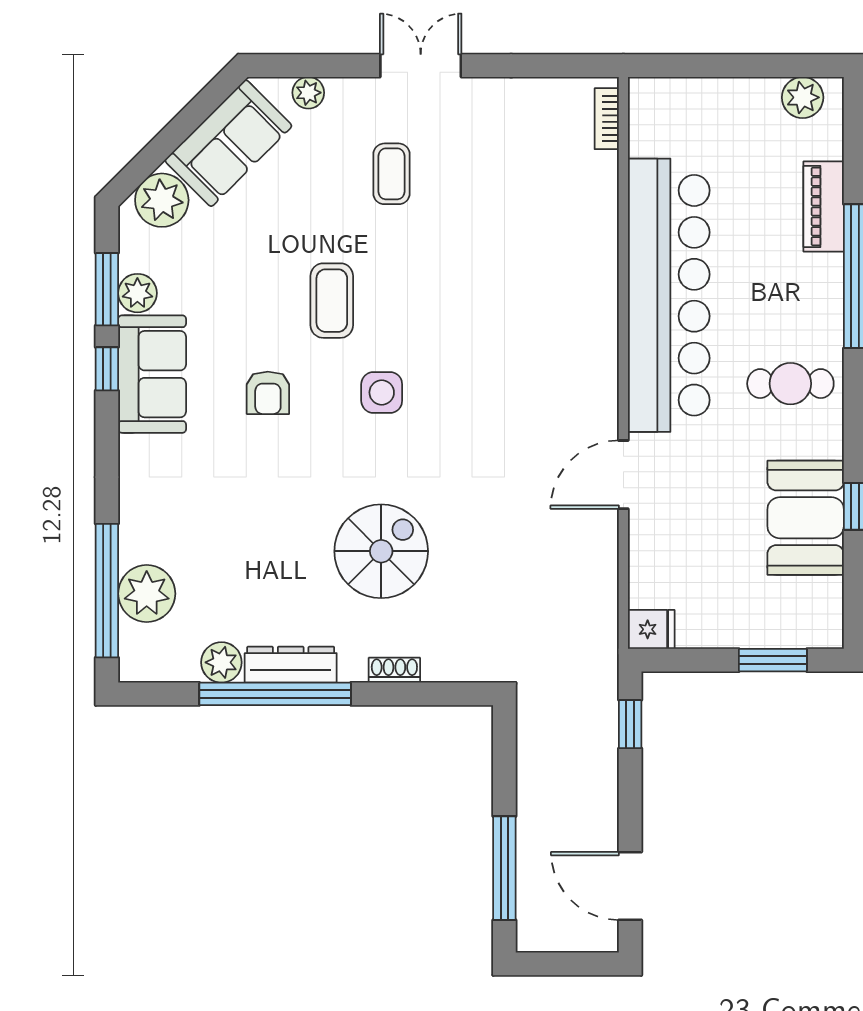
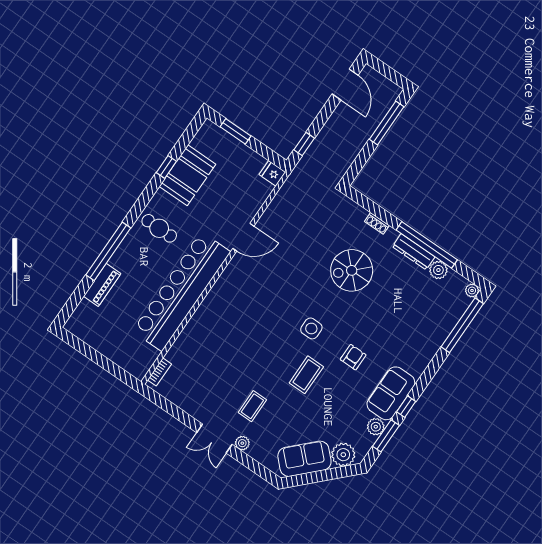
plant: (308, 93) -> (242, 443), moved
plant: (803, 97) -> (82, 330), removed
plant: (147, 594) -> (472, 290), moved, width x0.53, depth x0.53

